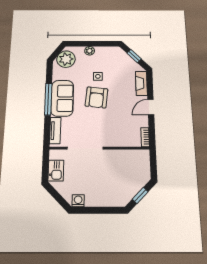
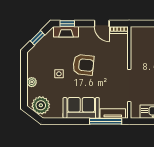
window: (150, 85) -> (67, 24), added
armchair: (96, 97) -> (83, 65), moved
window: (48, 99) -> (106, 121), moved
door: (151, 107) -> (102, 24), moved

